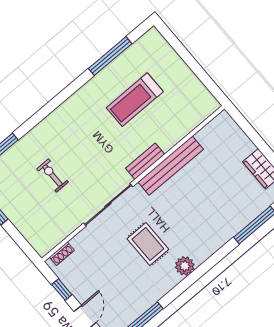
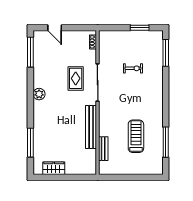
bench: (145, 161) -> (103, 149), moved
rug: (148, 244) -> (76, 78), moved, turned 90
window: (62, 290) -> (76, 28), removed

